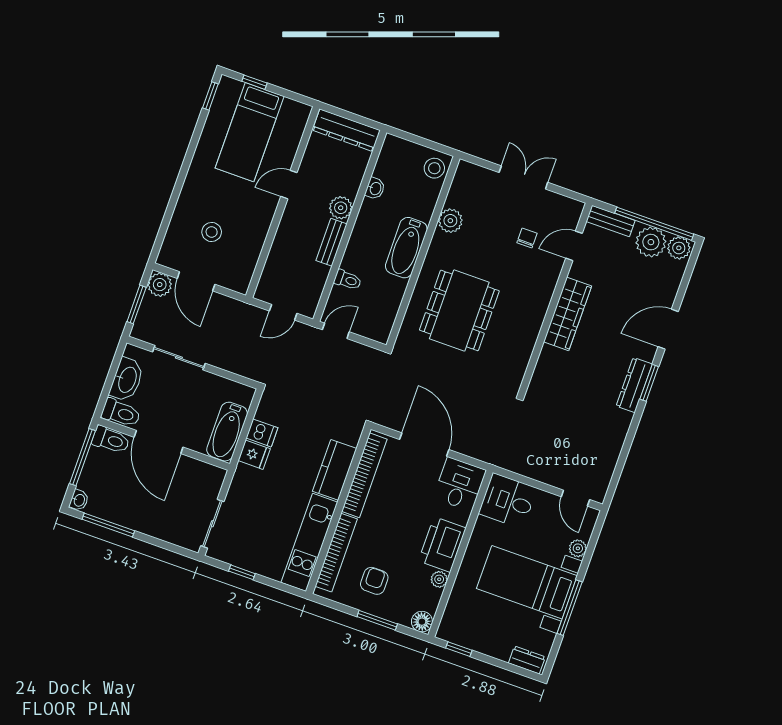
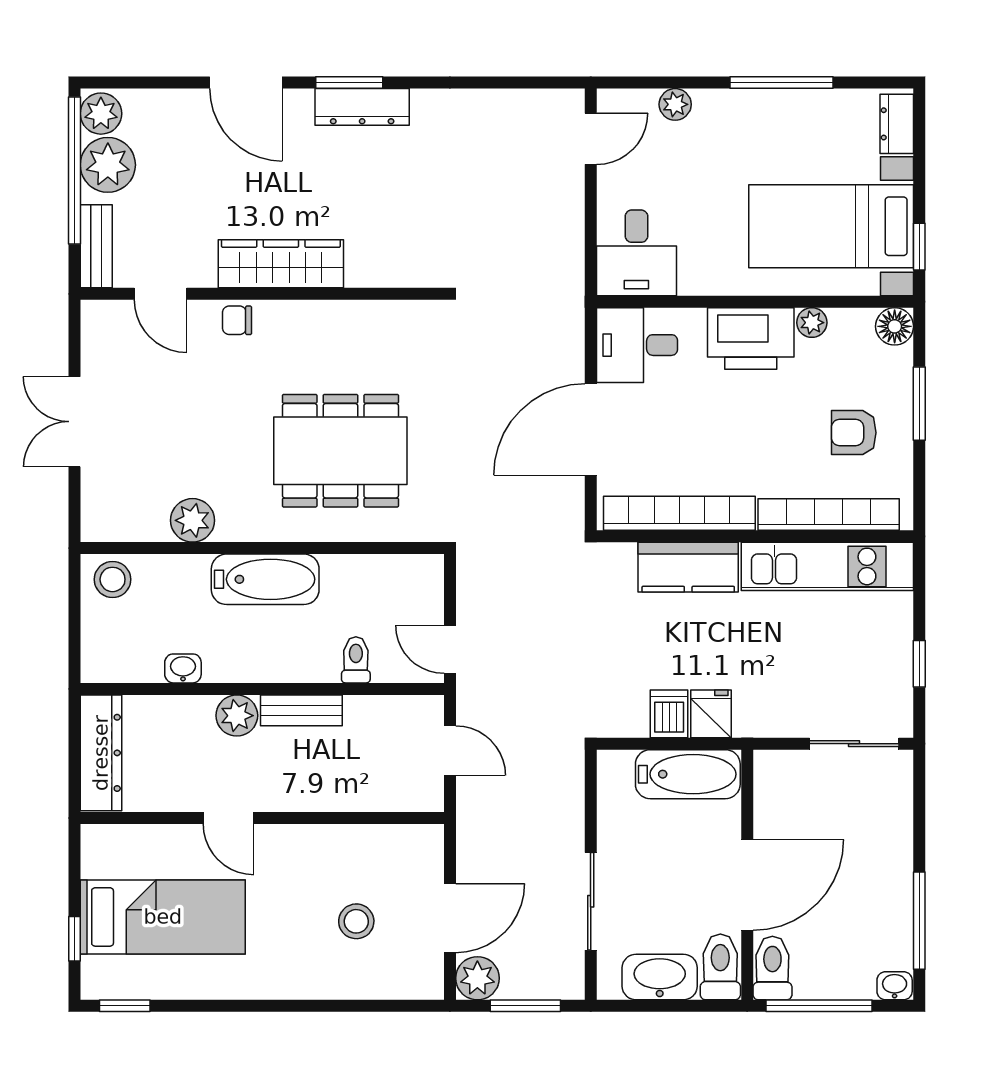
chair: (527, 238) -> (237, 320), moved
bed with nightstands: (527, 582) -> (831, 226), moved, turned 90

